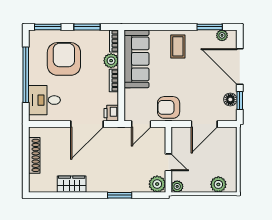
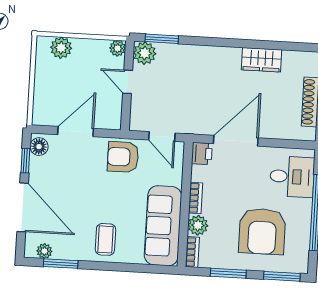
floor lamp: (230, 99) -> (39, 147), moved
armchair: (169, 107) -> (123, 157), turned 180
door: (141, 124) -> (162, 137), swing flipped
window: (120, 195) -> (162, 39), moved

